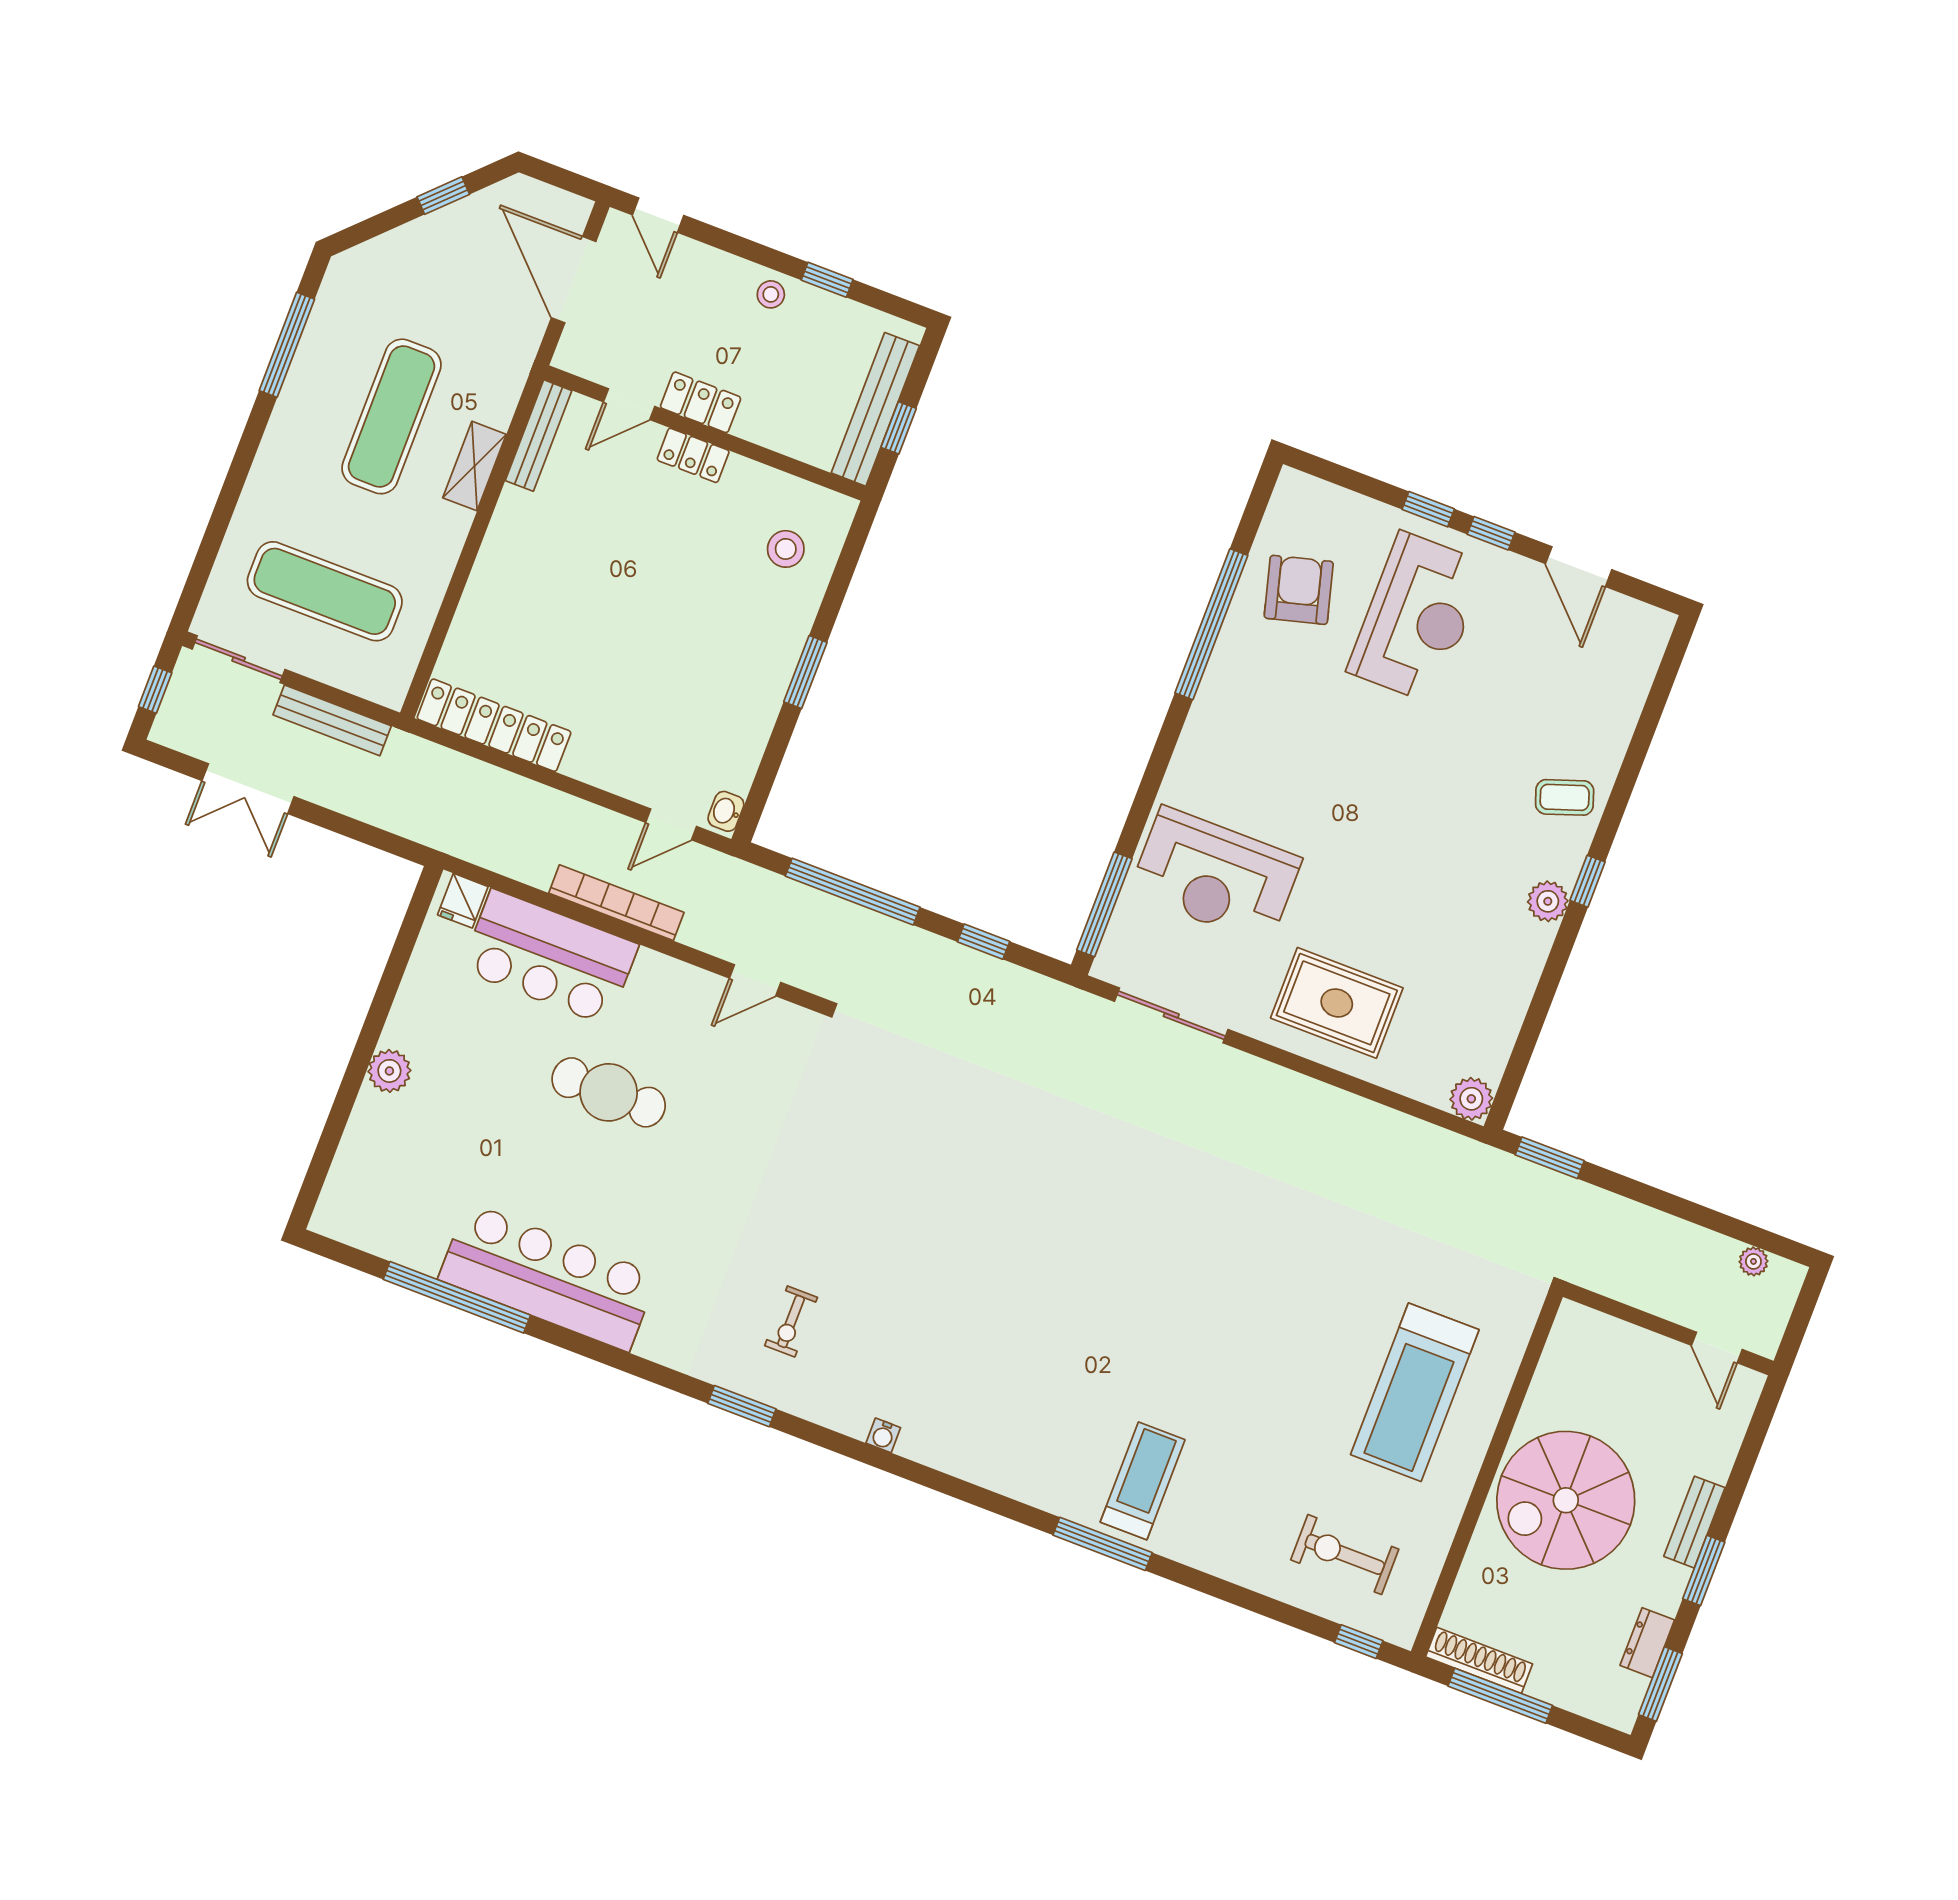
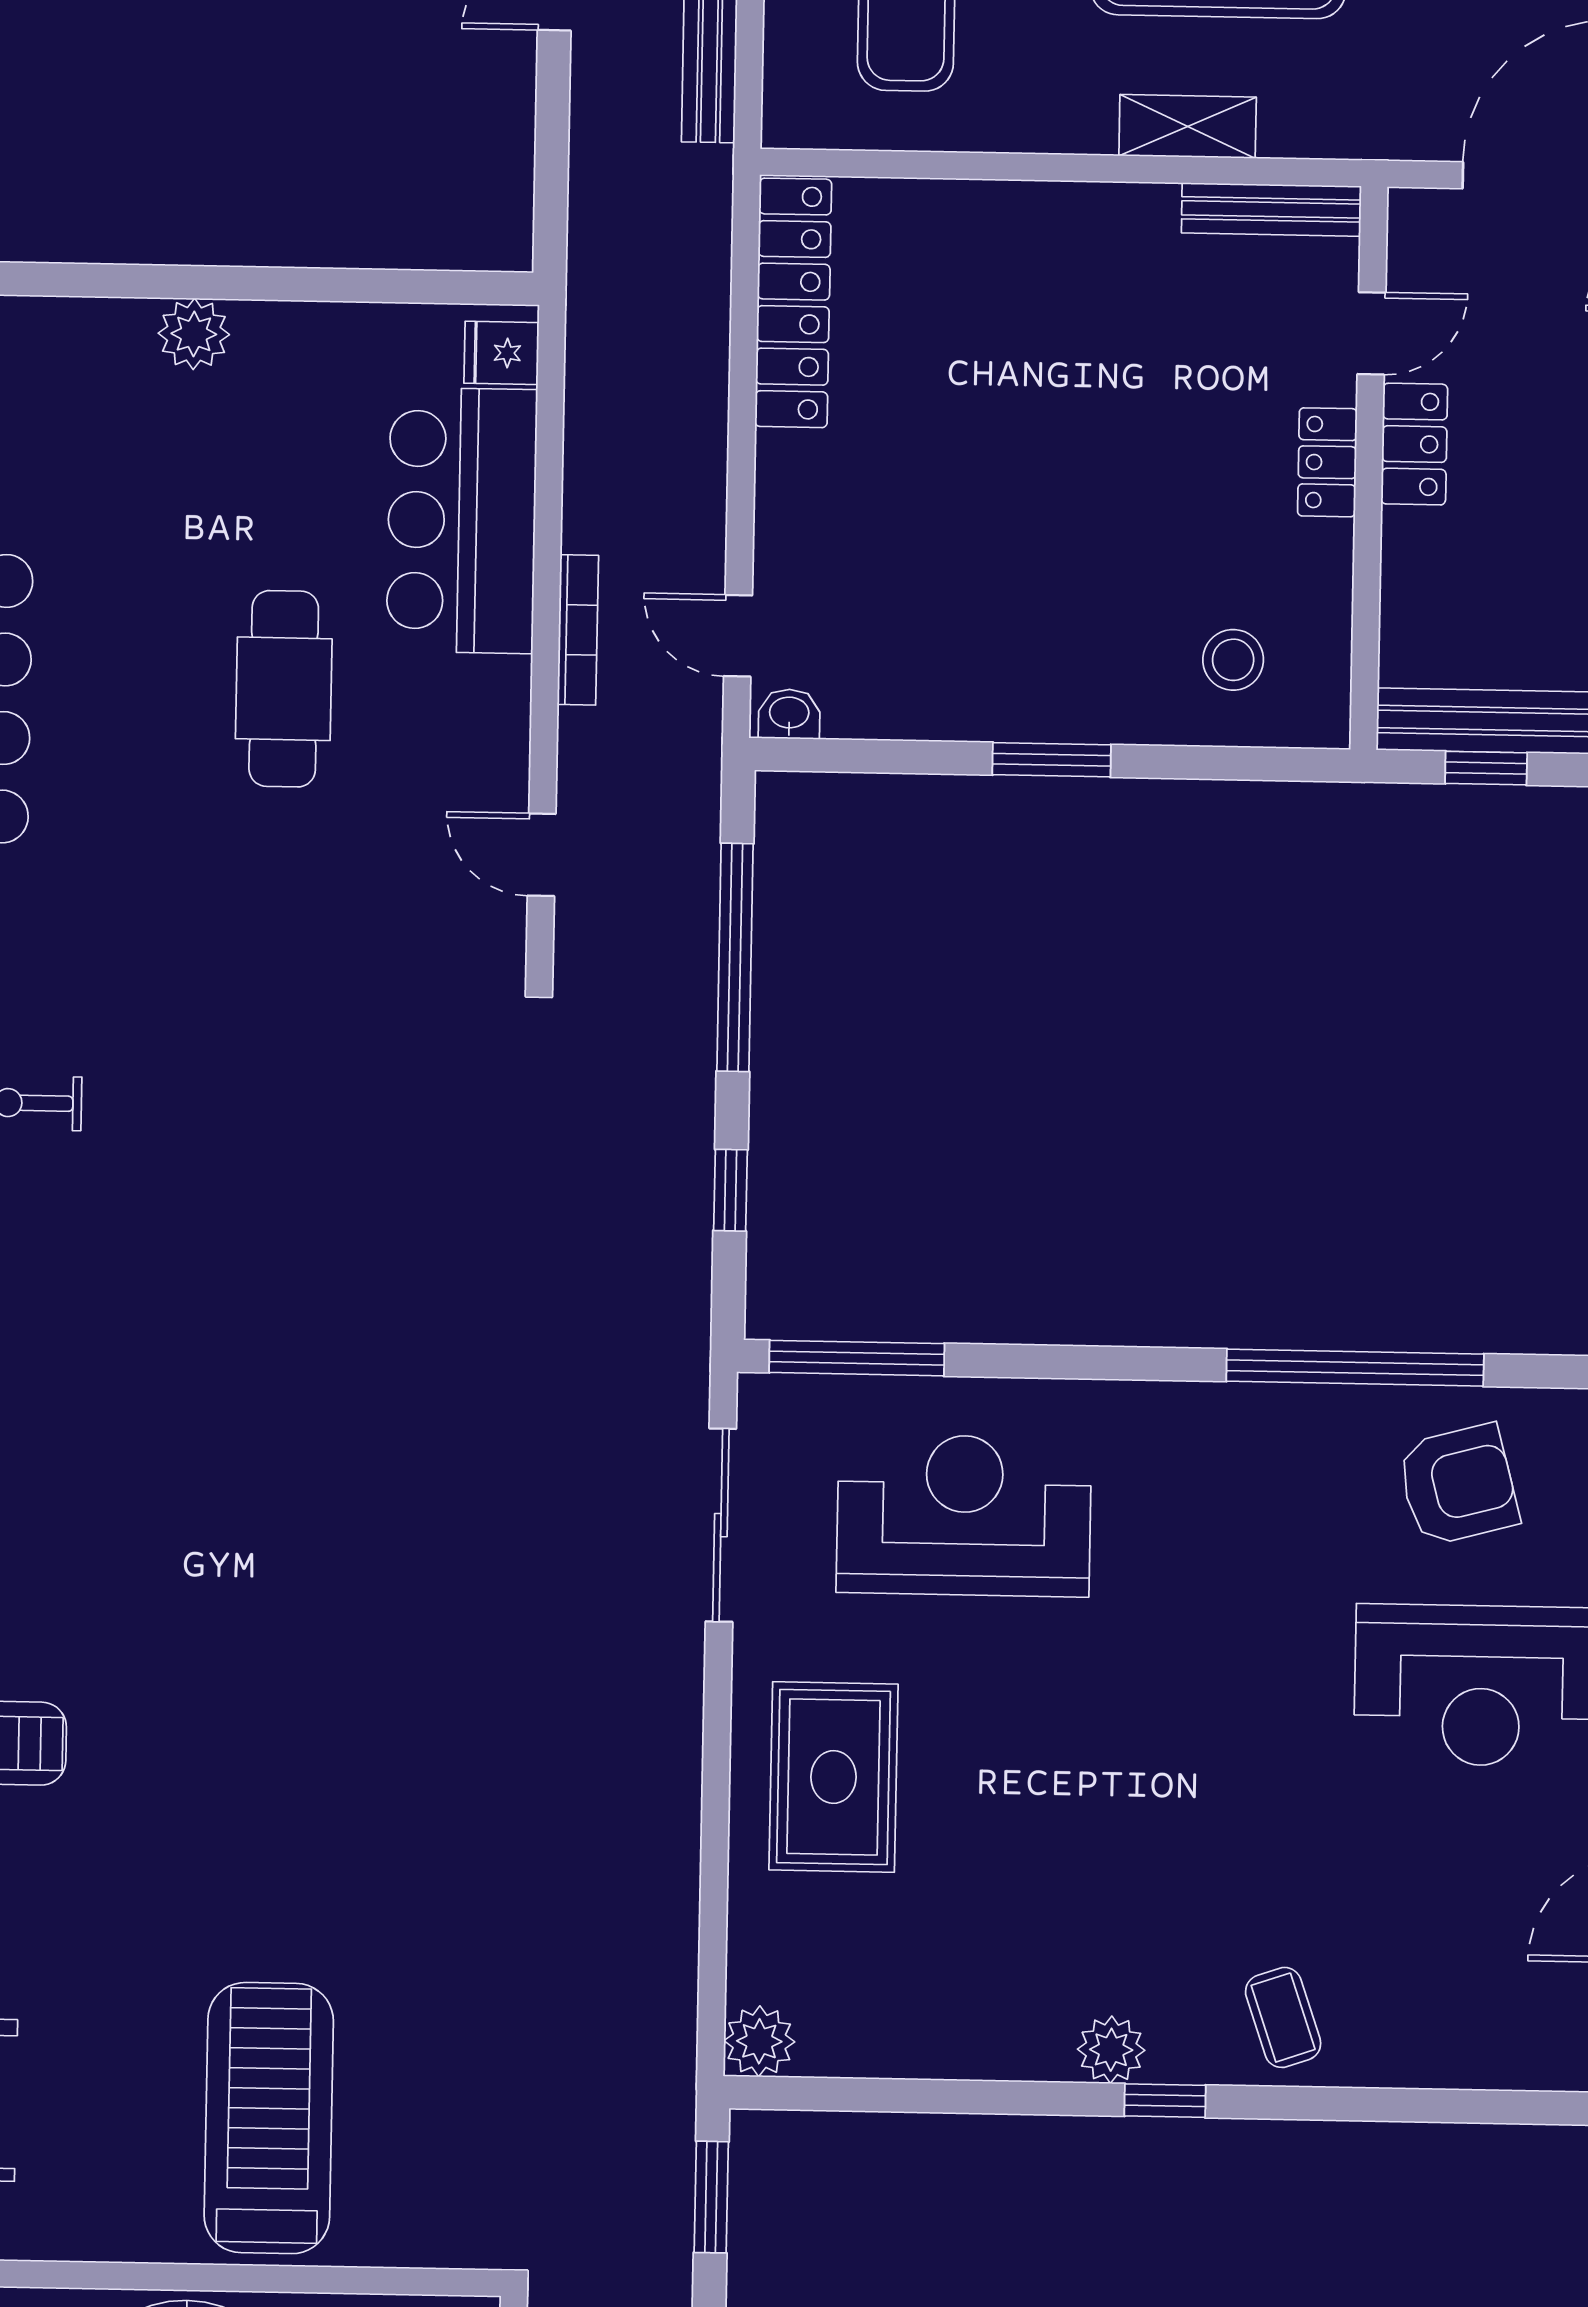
door: (629, 404) -> (1371, 333), swing flipped
reception desk: (1215, 876) -> (964, 1515), turned 90
bookcase: (616, 903) -> (578, 630), width x0.68, depth x0.76
treadmill: (1415, 1392) -> (269, 2118), turned 90

